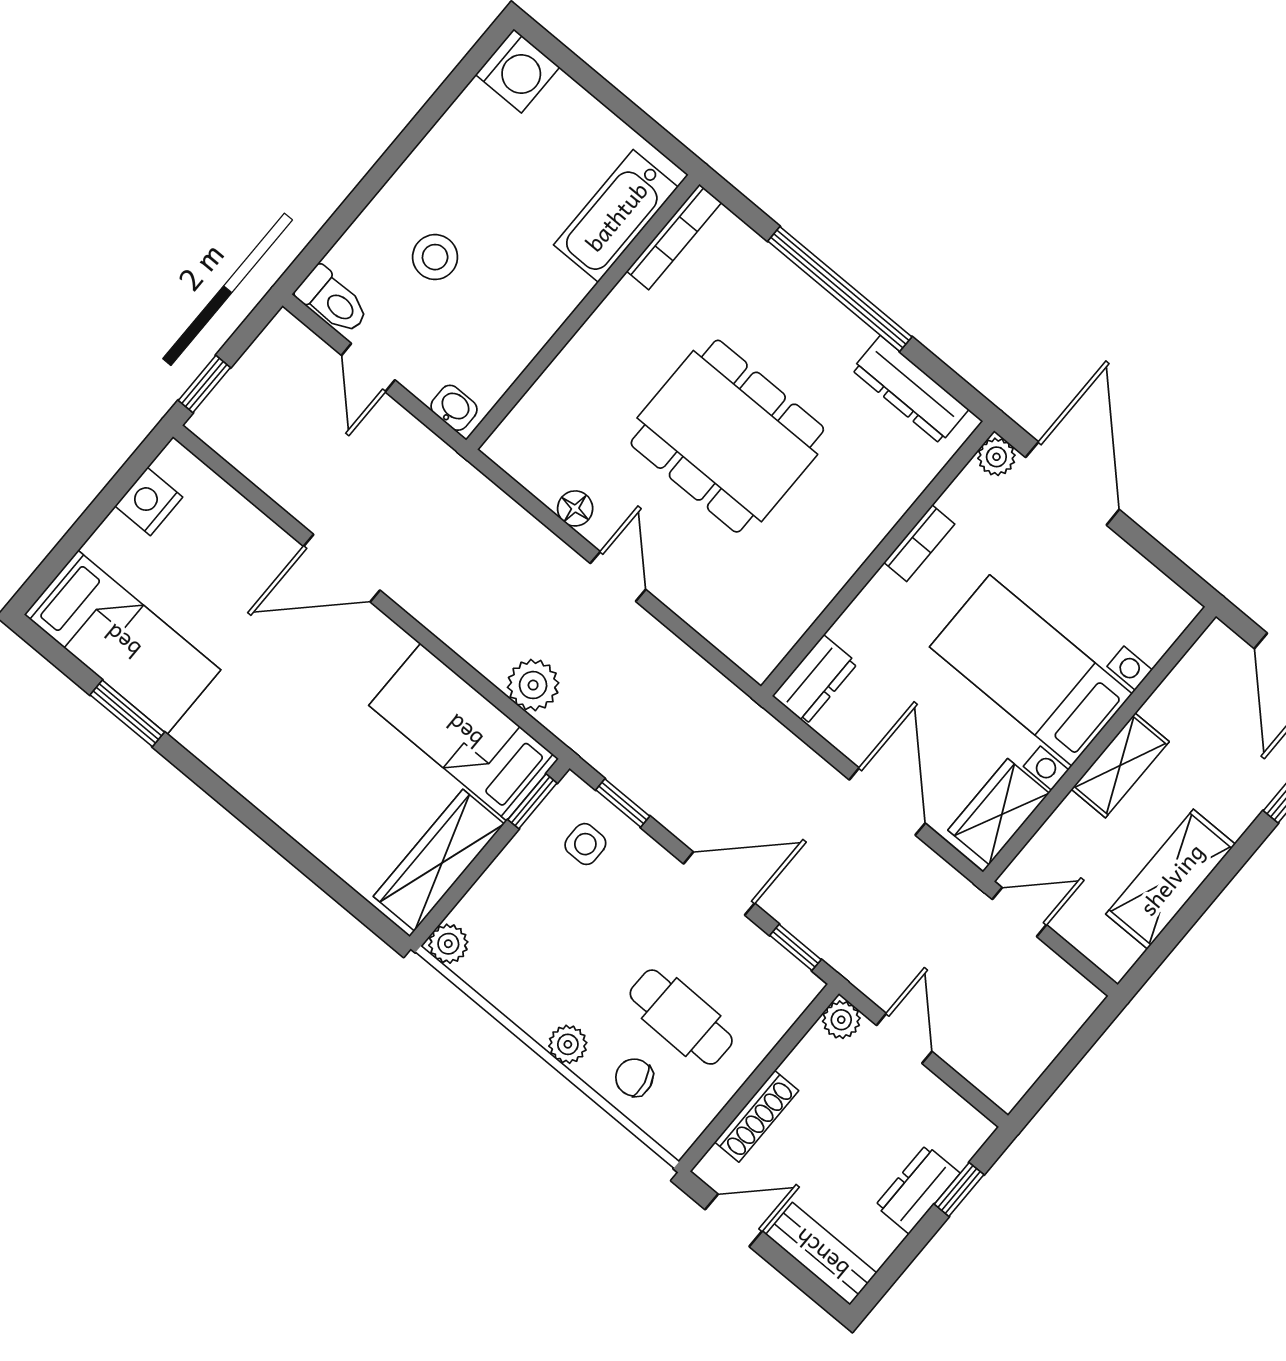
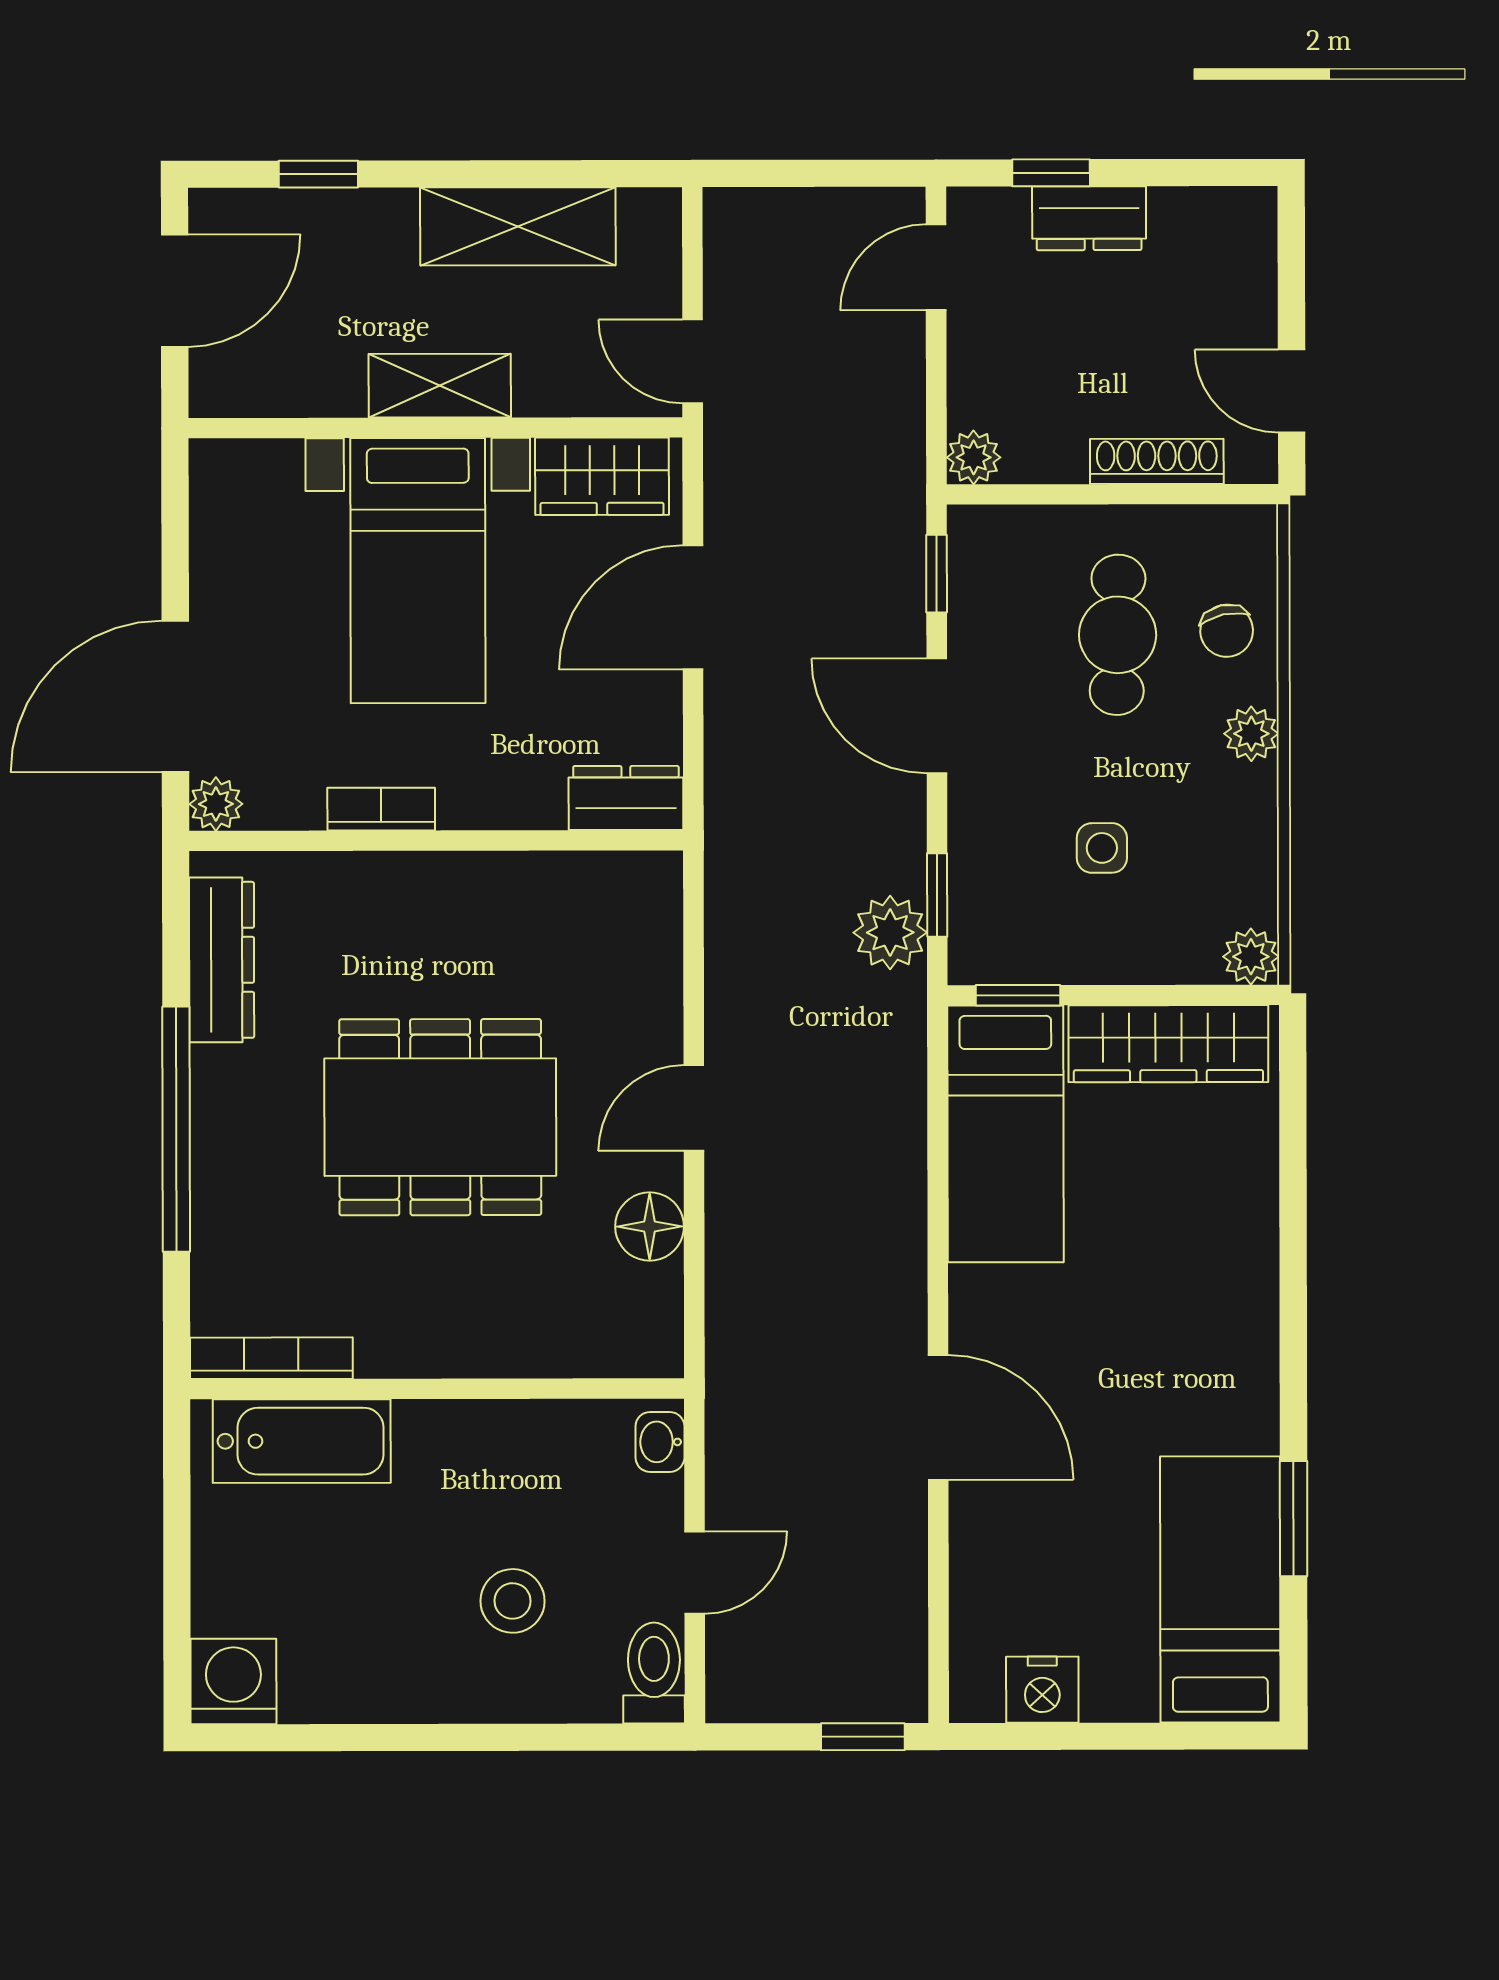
dining table: (727, 436) -> (440, 1117), turned 90
floor lamp: (575, 508) -> (650, 1226), width x1.37, depth x1.37
plant: (533, 685) -> (890, 933), moved
side table: (585, 844) -> (1102, 848), moved
door: (904, 1038) -> (936, 267), moved
bench: (821, 1254) -> (1248, 265), removed

